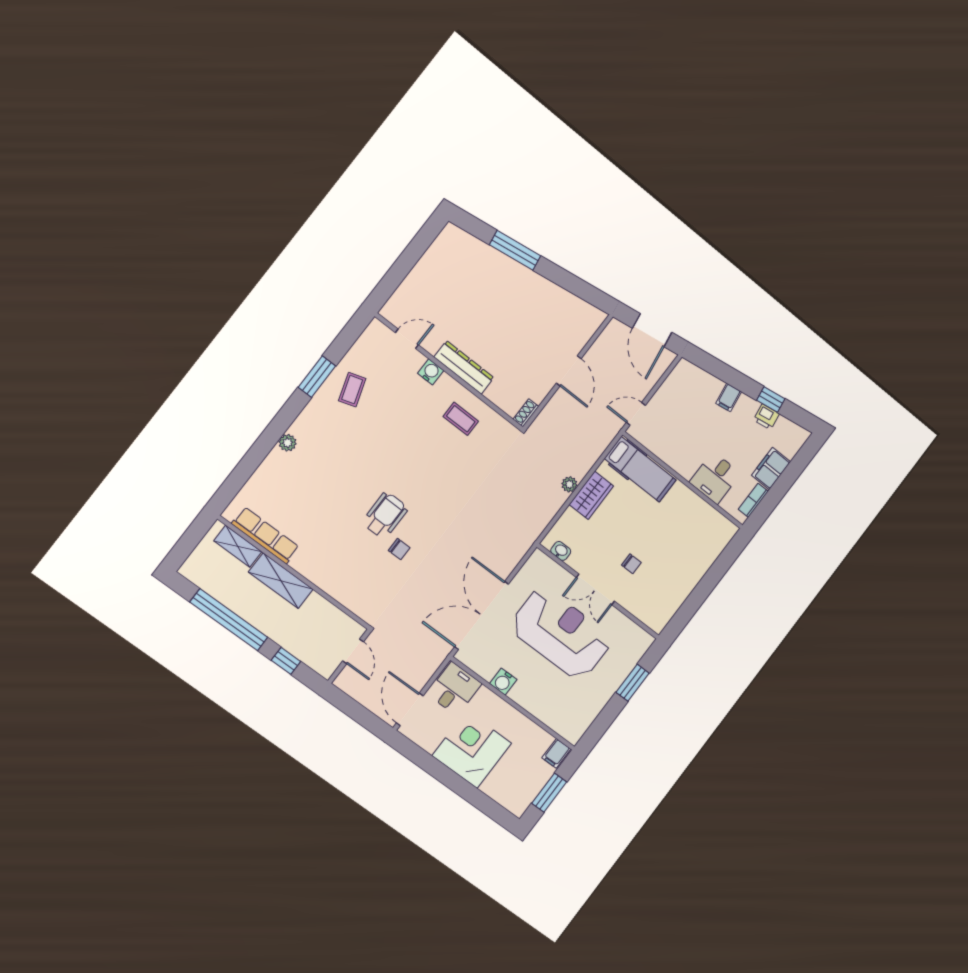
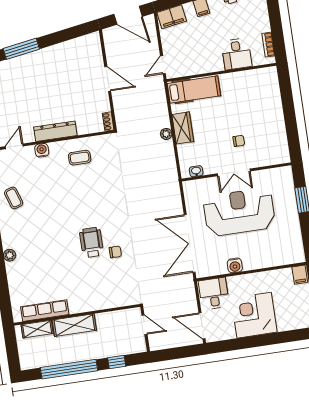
filing cabinet: (771, 469) -> (172, 17), moved, turned -99

